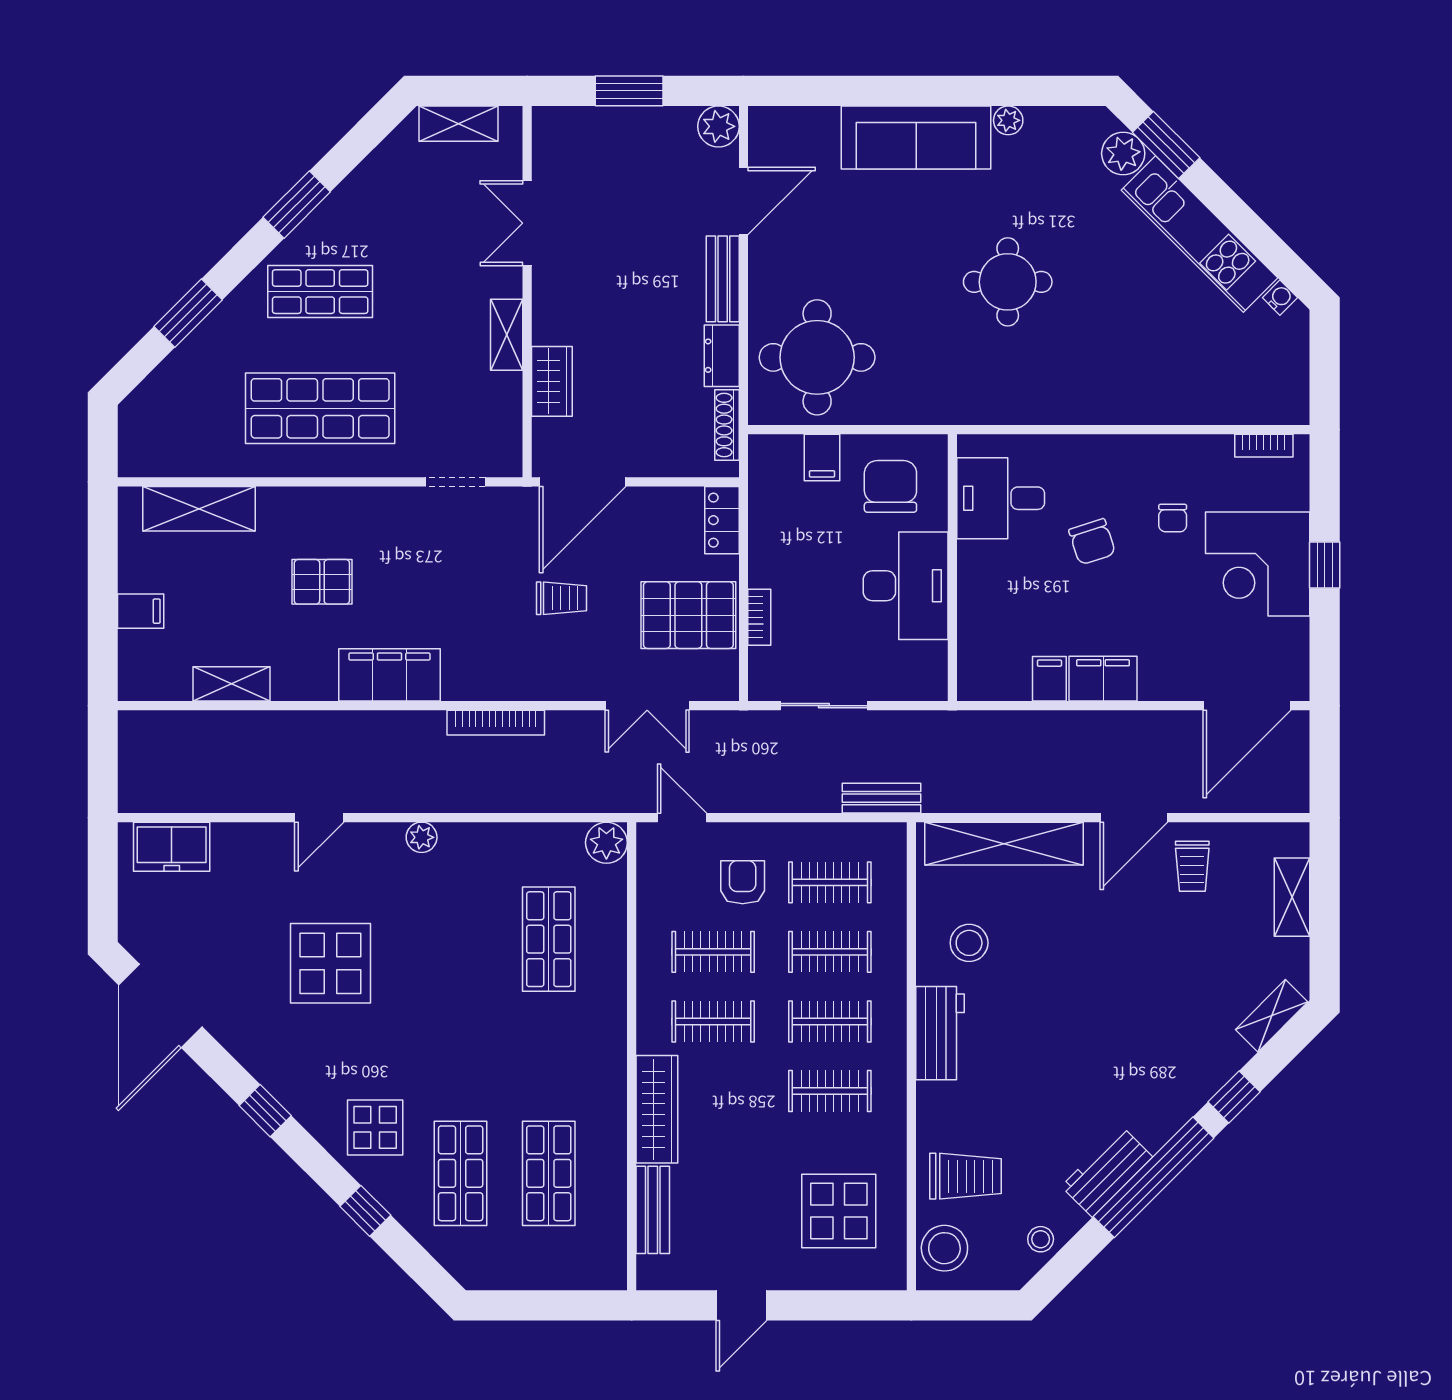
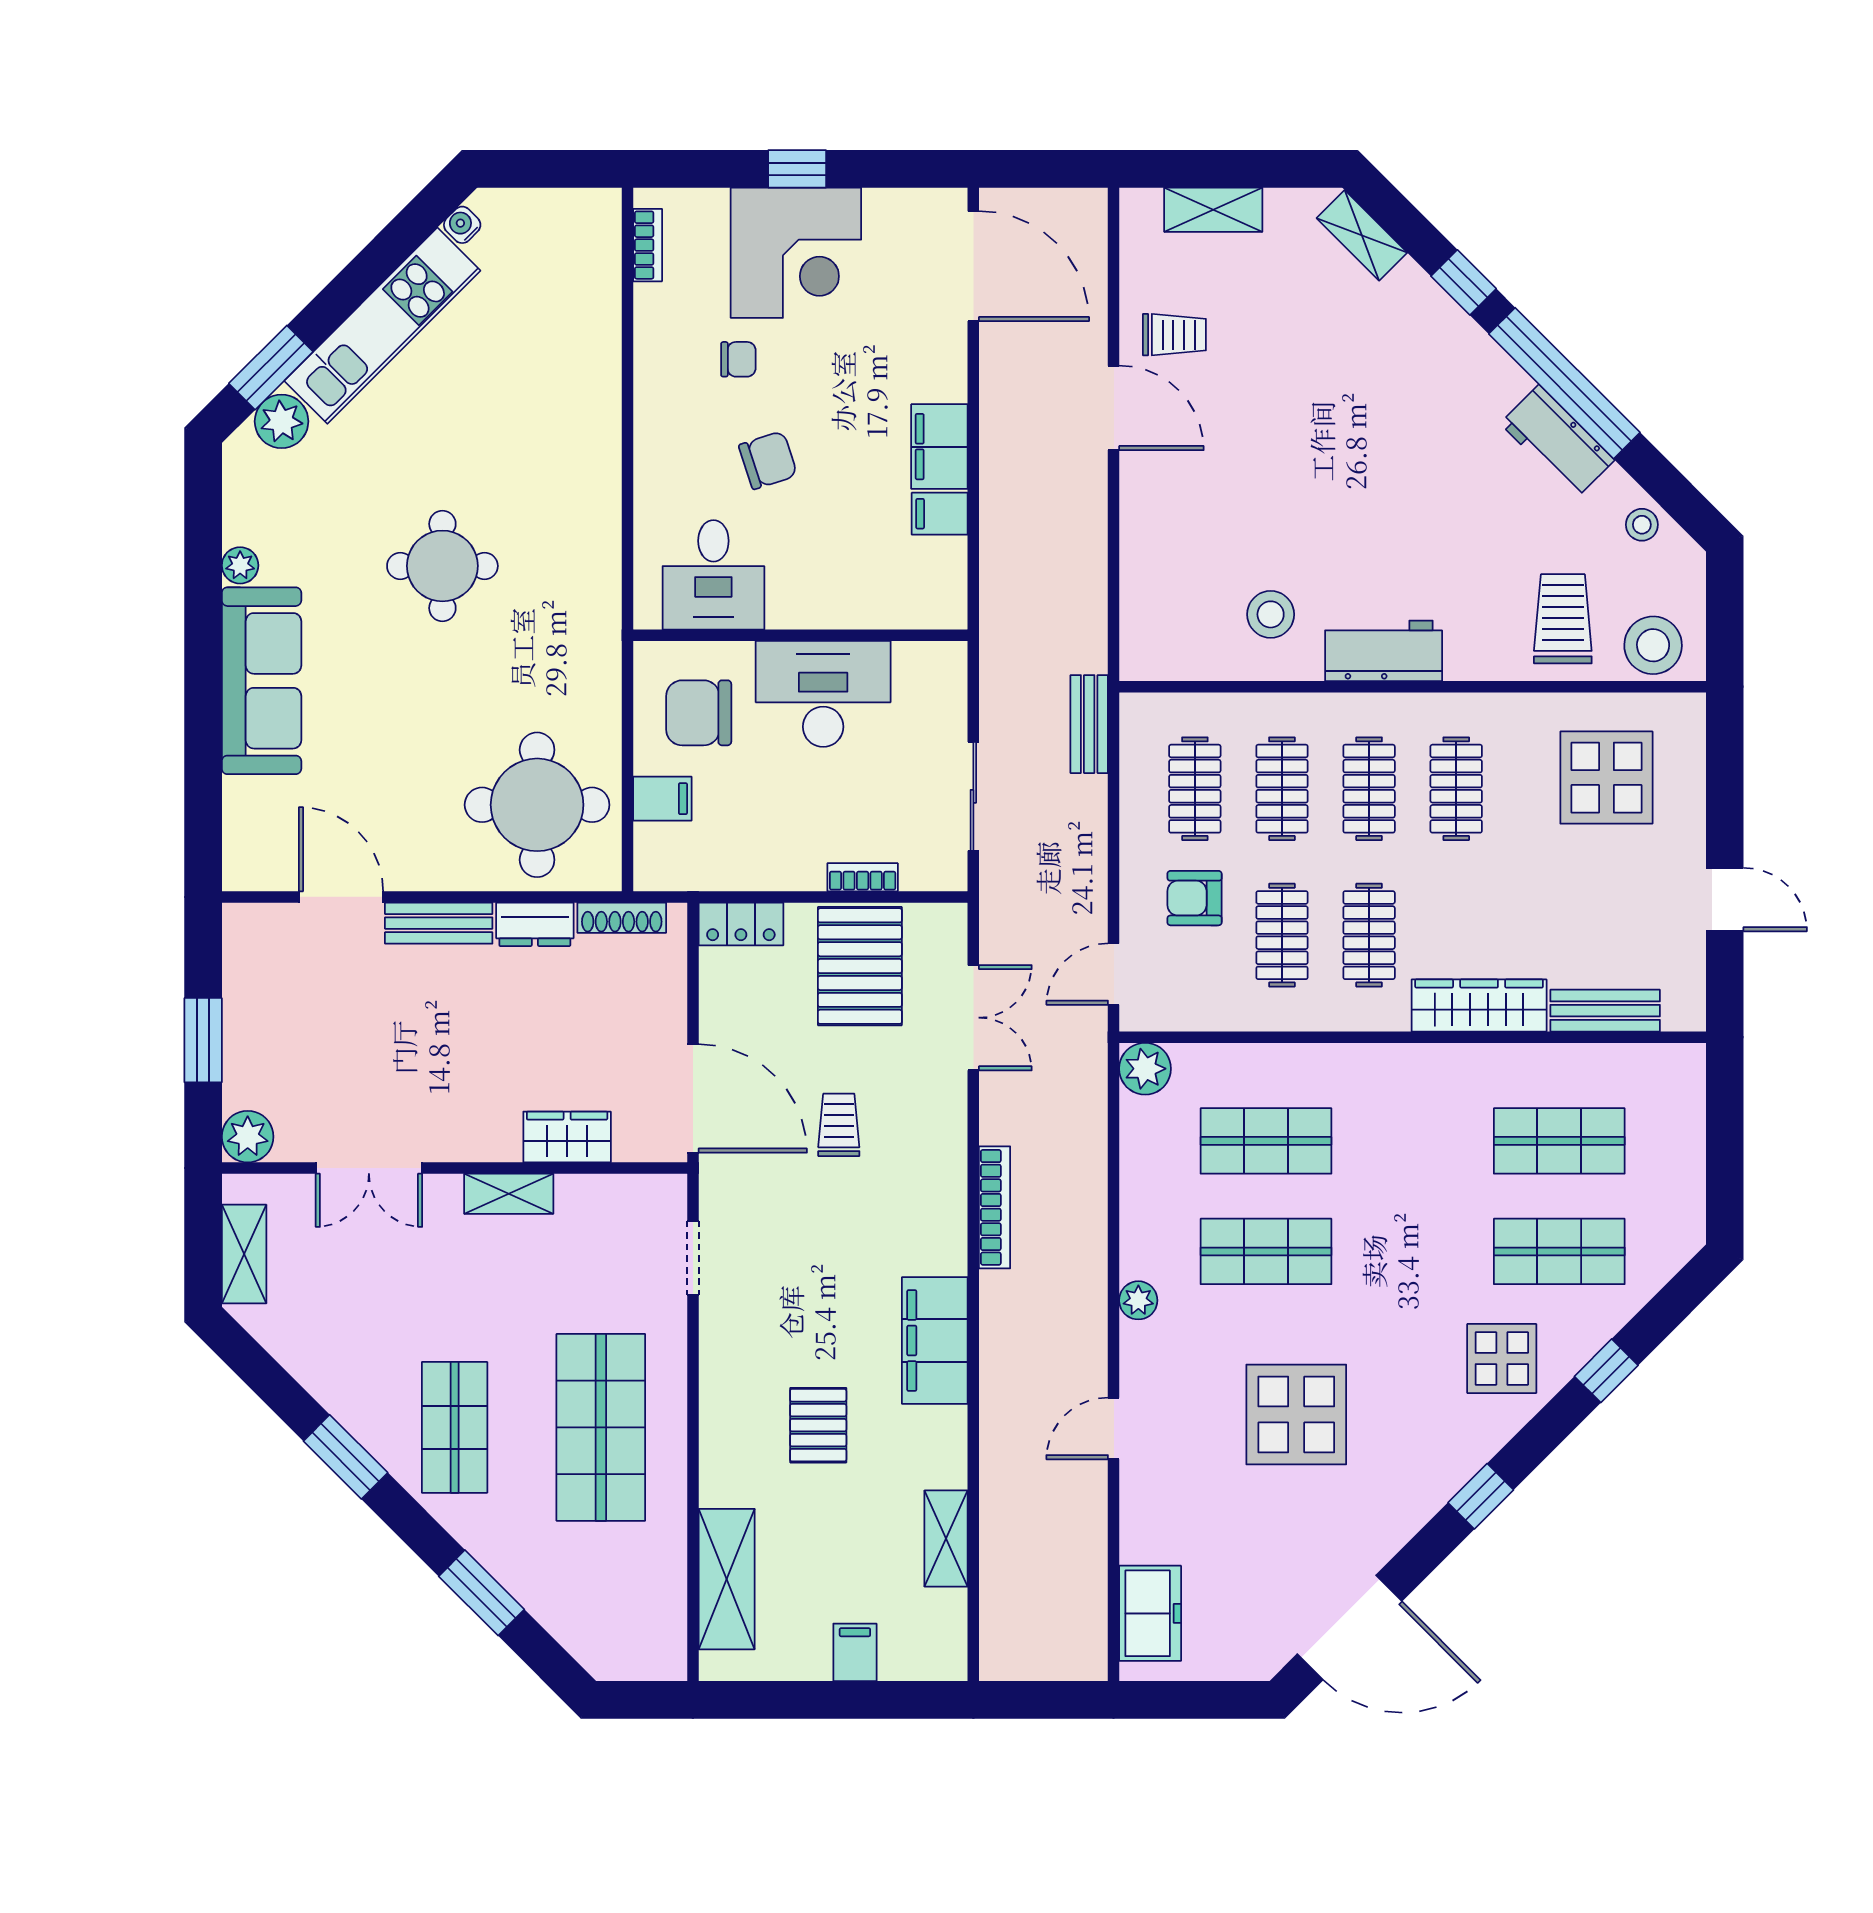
plant: (718, 126) -> (248, 1137), moved
door: (319, 818) -> (1114, 1428), swing flipped
shelving: (1004, 844) -> (1146, 571), removed
shop shelf: (461, 939) -> (1266, 1251), added

